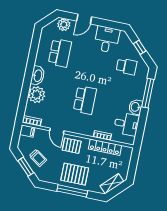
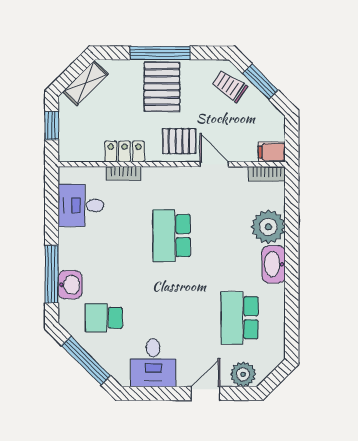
window: (140, 47) -> (86, 361), width x2.17
washbasin: (135, 107) -> (70, 285), moved
locker: (105, 147) -> (125, 152), width x0.66
trolley: (38, 158) -> (229, 86), moved
window: (133, 166) -> (52, 125), added
pallet: (75, 174) -> (162, 87), turned 90

